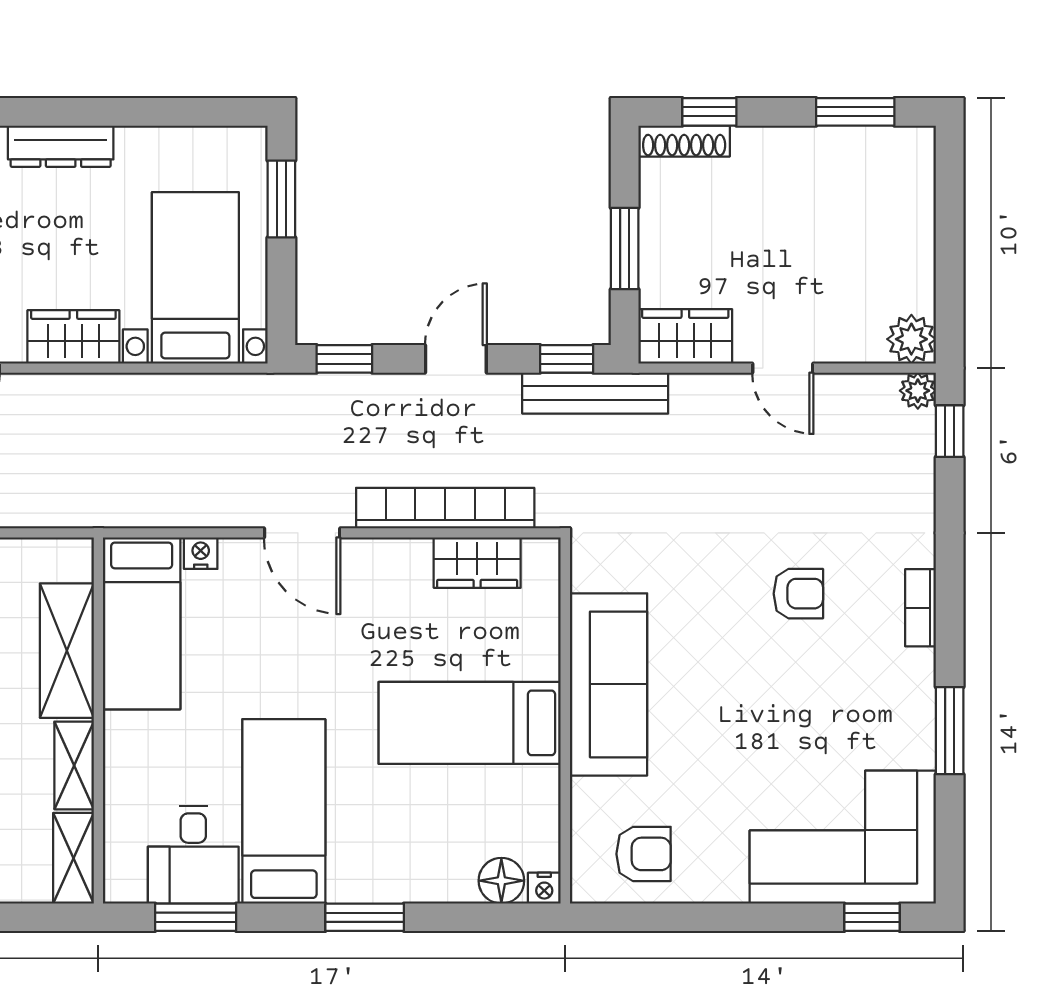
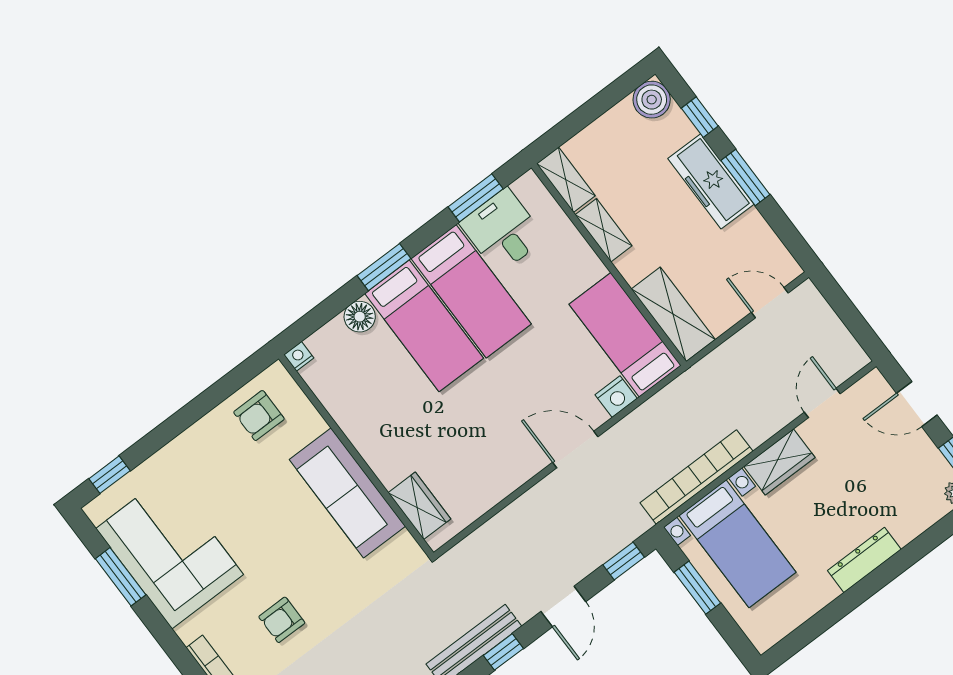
window: (281, 199) -> (697, 588), moved
bookcase: (445, 508) -> (696, 477), moved, turned 180
nightstand: (201, 553) -> (616, 397), width x1.39, depth x1.35
wardrobe: (477, 563) -> (419, 506), moved, turned 90
shelving: (67, 651) -> (673, 314), moved
bed: (470, 723) -> (424, 326), moved, turned 90
window: (950, 731) -> (121, 577), moved
corner sofa: (843, 837) -> (170, 551), moved, turned -90
floor lamp: (501, 881) -> (360, 317), moved

